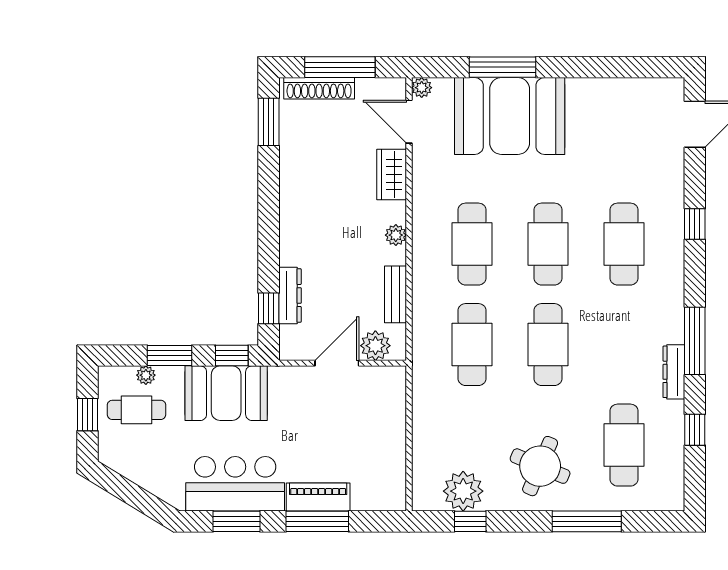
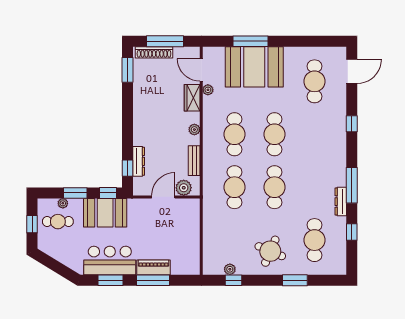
plant: (422, 88) -> (208, 90), moved
cafe table: (624, 244) -> (314, 81), moved
plant: (463, 491) -> (230, 269), width x0.53, depth x0.53
window: (587, 521) -> (295, 280), width x0.69

